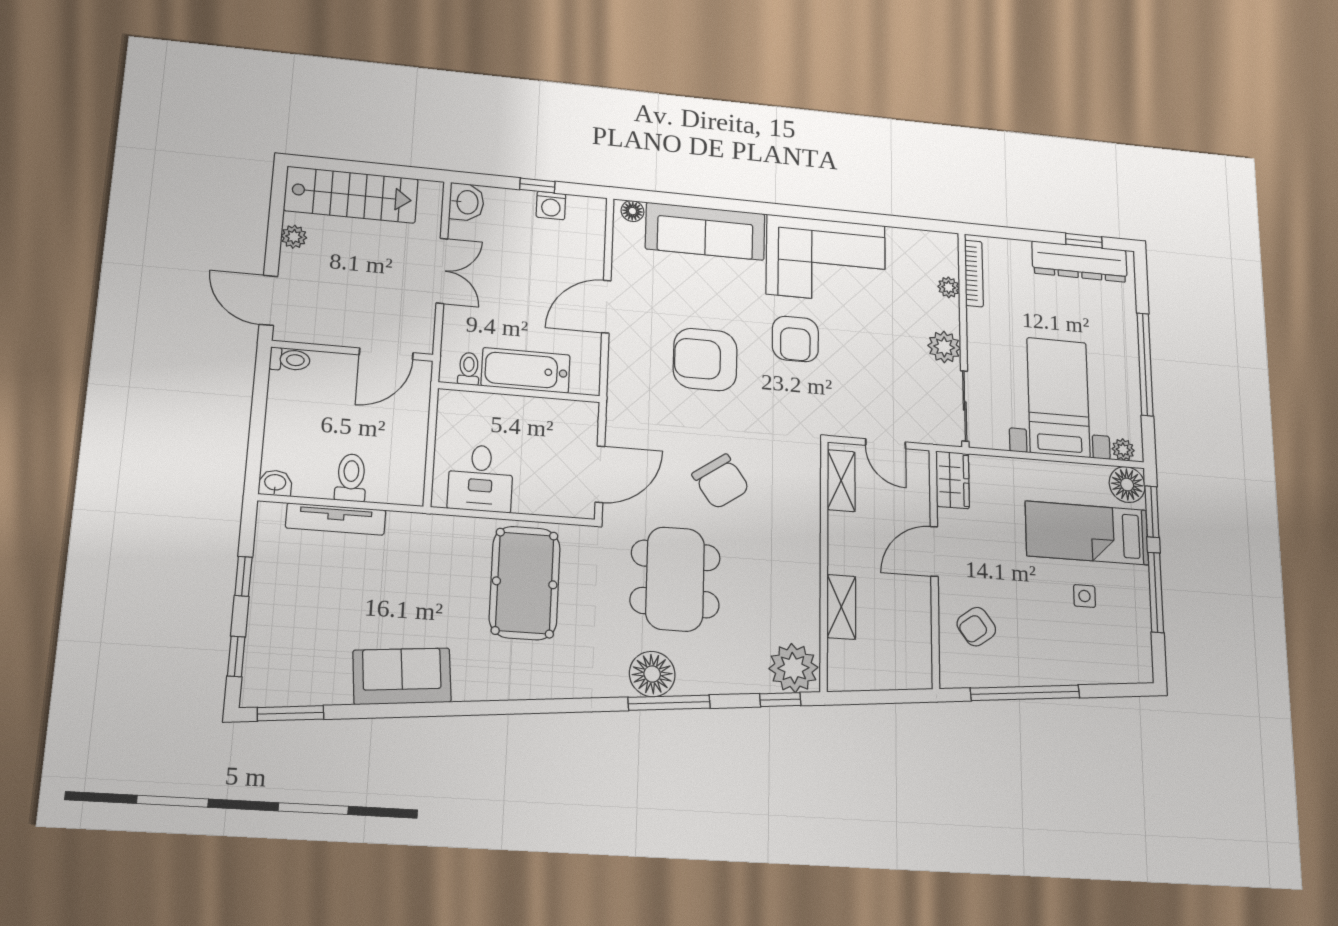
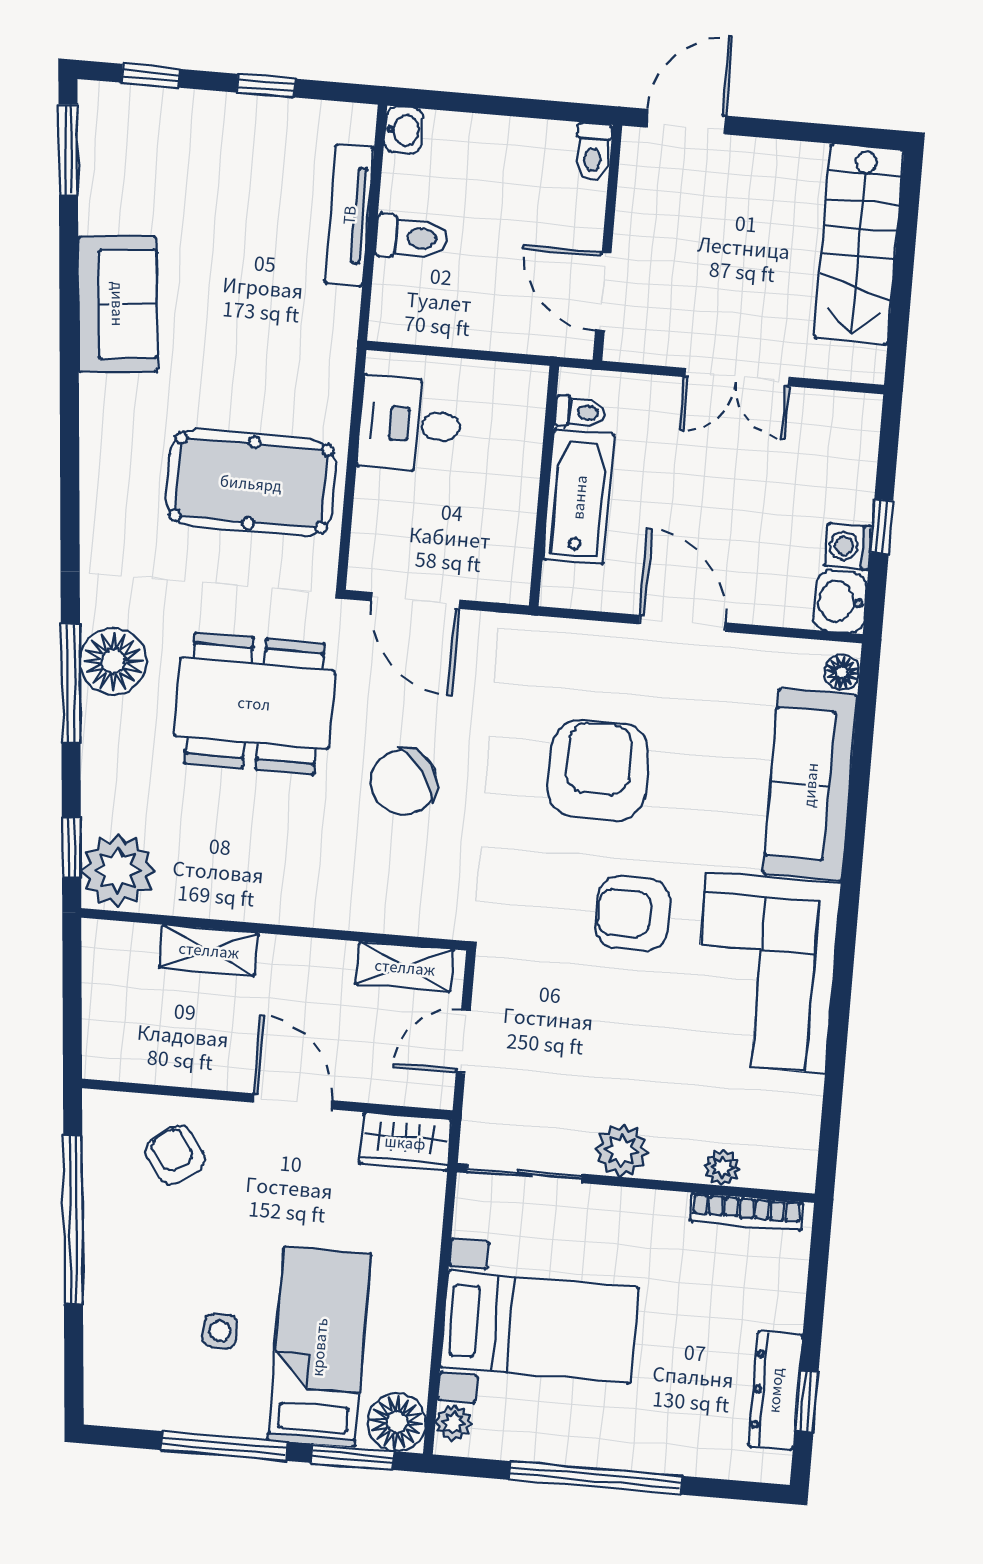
washbasin: (466, 202) -> (840, 602), moved, turned 90
plant: (294, 237) -> (789, 159), removed
dresser: (1079, 262) -> (775, 1390), width x0.73, depth x0.80

